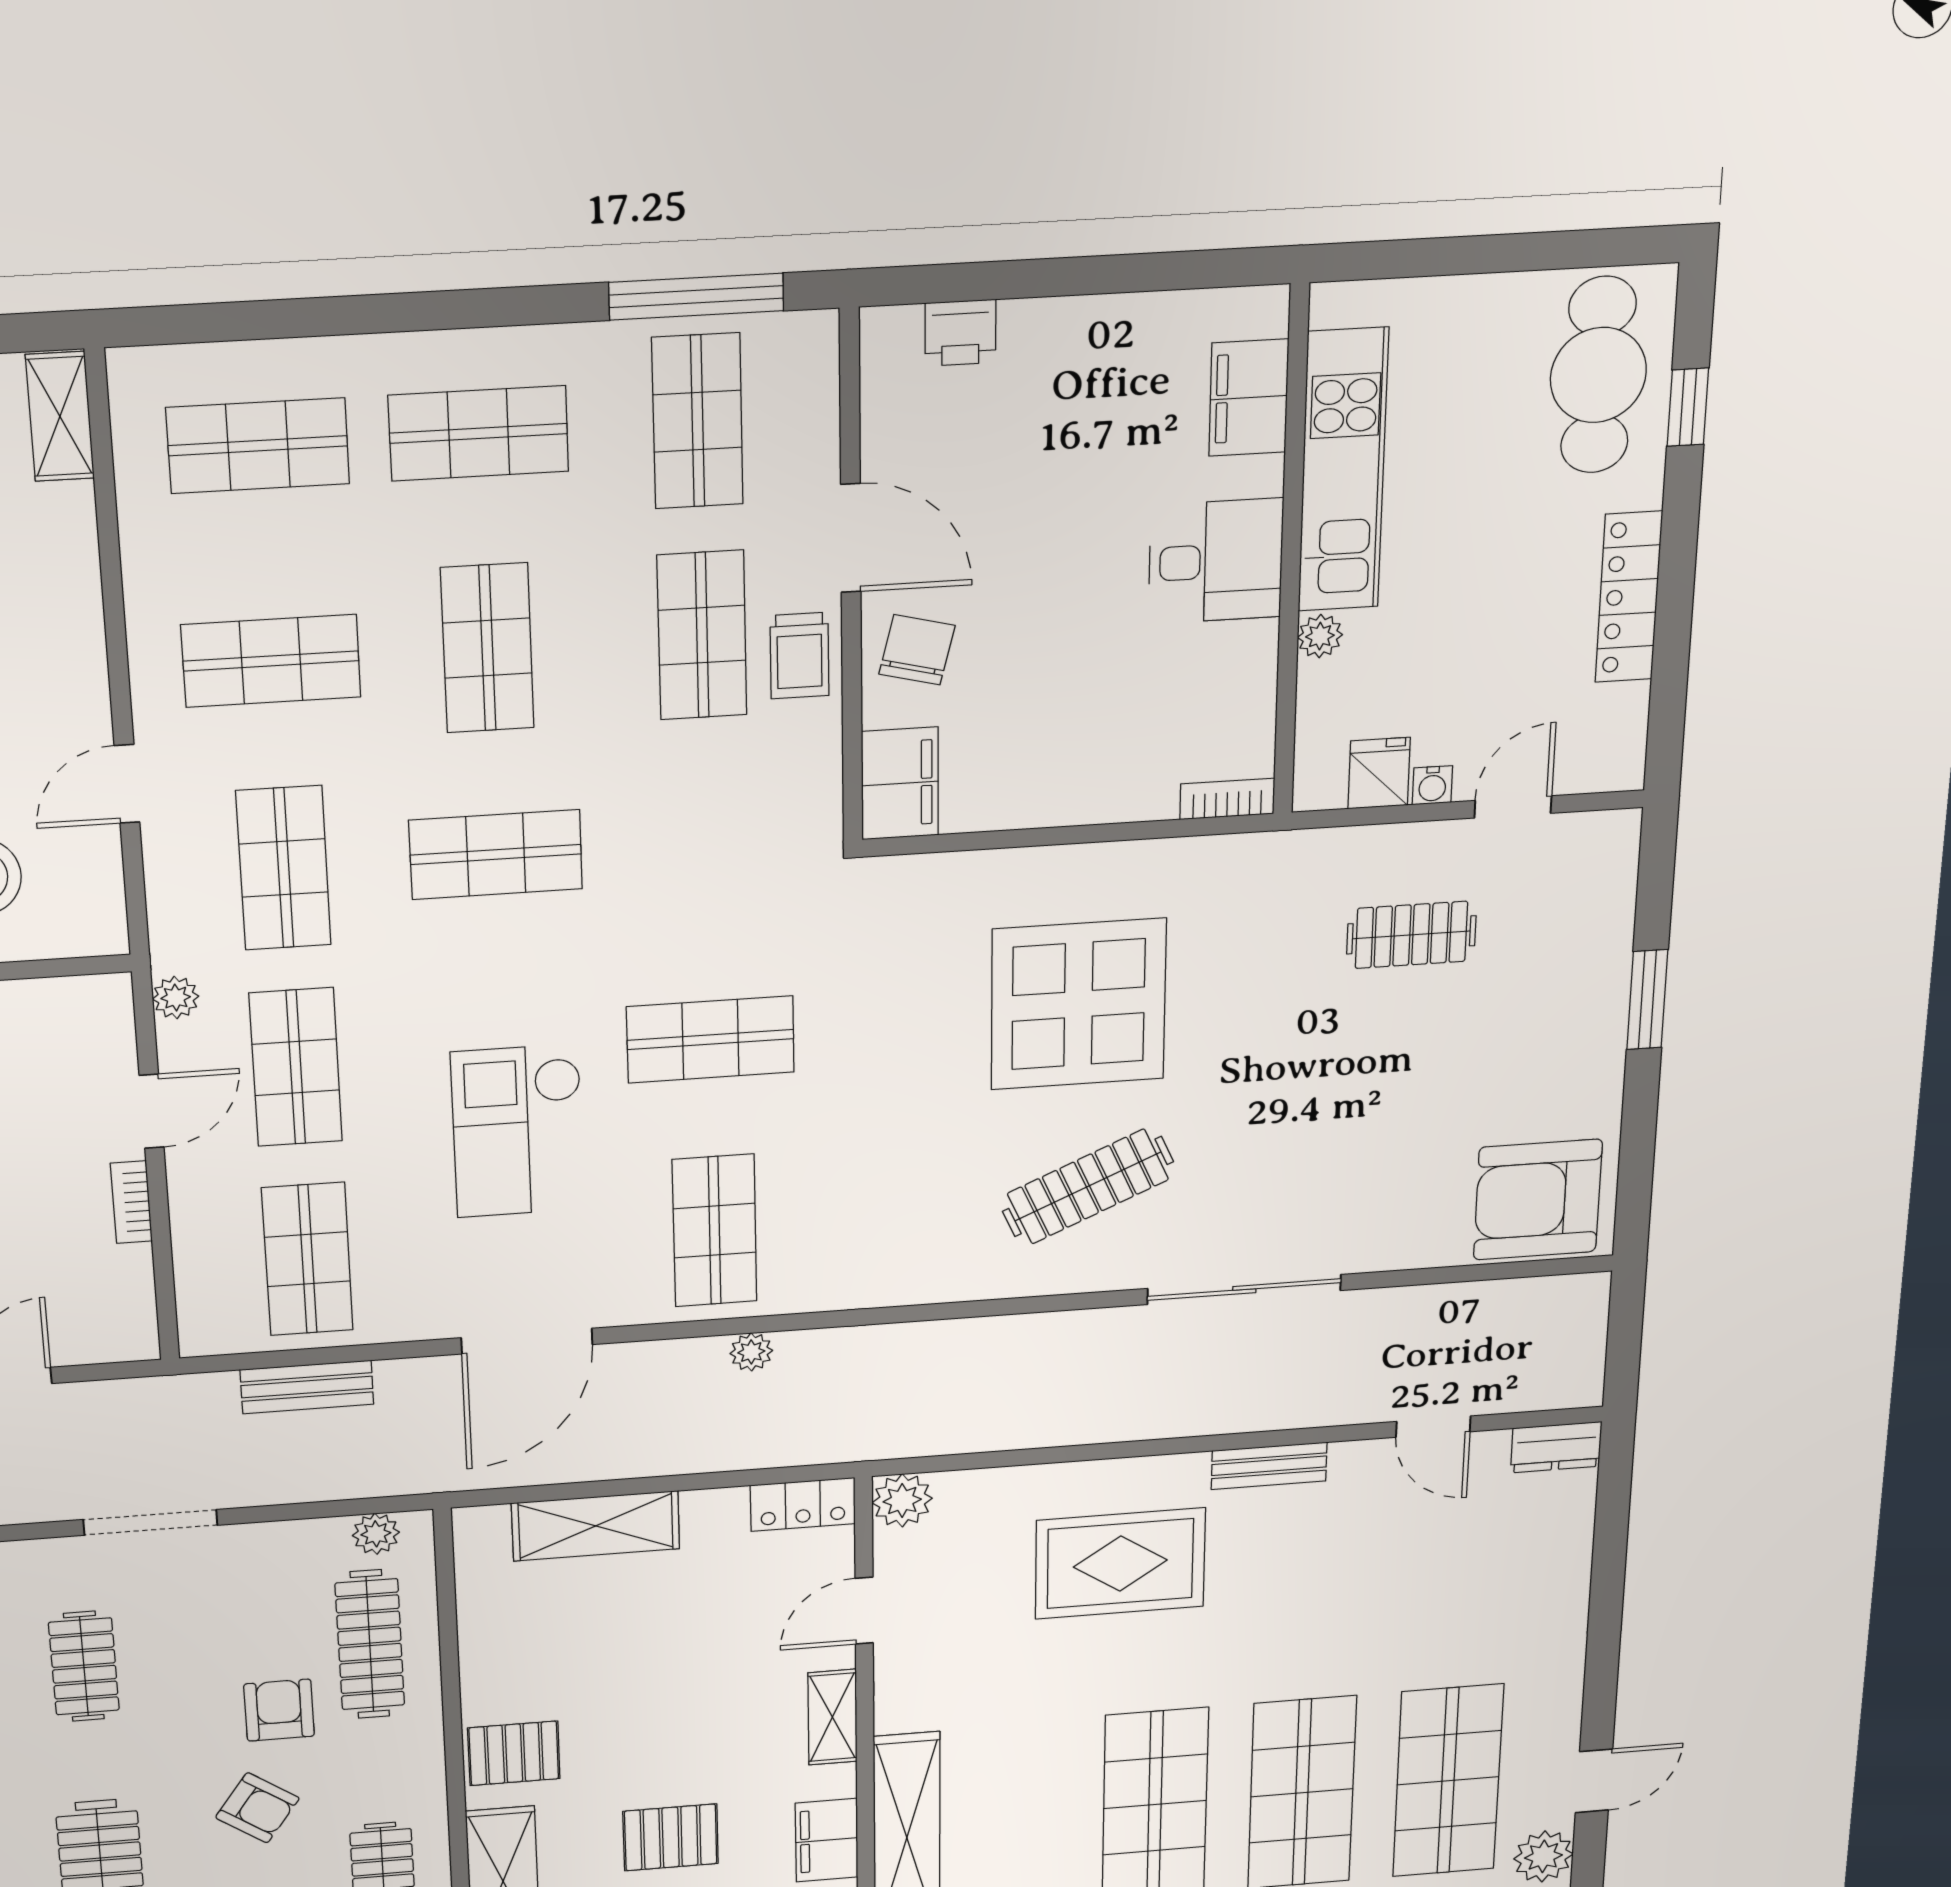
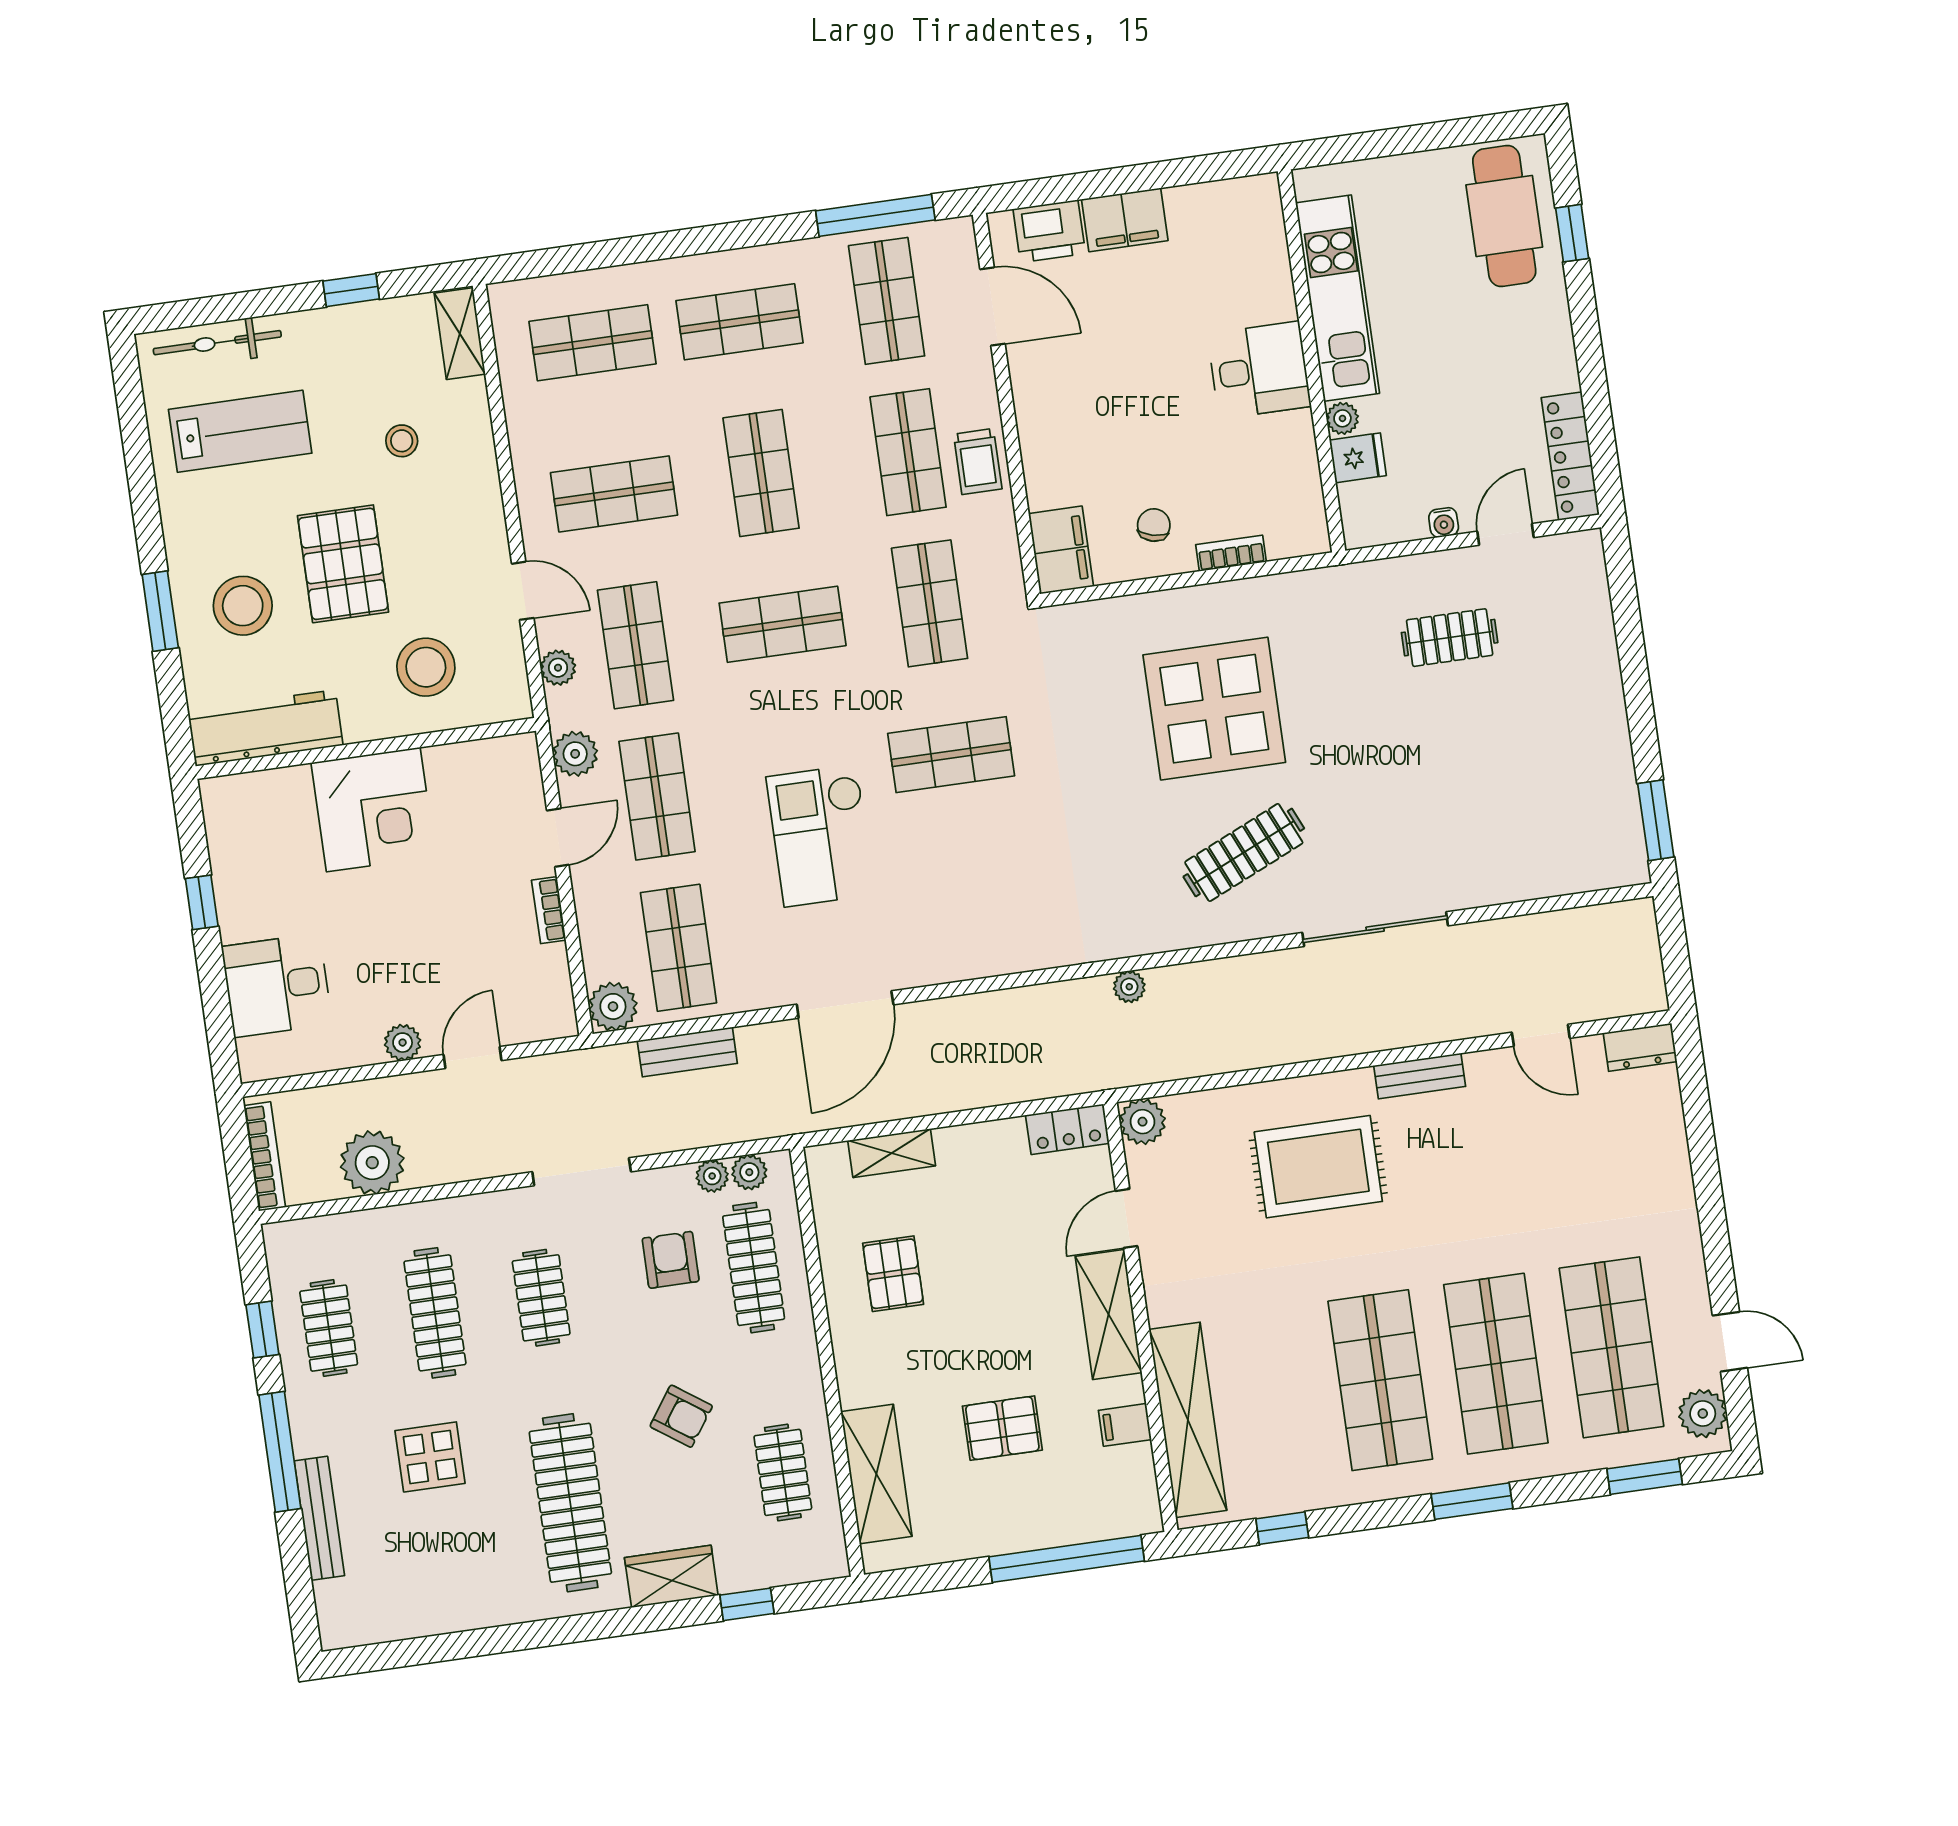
printer: (960, 333) -> (1049, 231), width x1.36, depth x1.24
filing cabinet: (1249, 398) -> (1125, 220), moved, turned -90
door: (851, 538) -> (992, 306), moved
locker: (1629, 597) -> (1570, 456), moved
chair: (917, 650) -> (1154, 525), moved, width x0.73, depth x0.73
fridge: (1379, 773) -> (1358, 458), moved, turned 90
door: (127, 784) -> (523, 591), swing flipped
bookcase: (1227, 799) -> (1231, 553), moved
plant: (170, 890) -> (558, 668), added
plant: (176, 998) -> (575, 754), width x1.38, depth x1.38
window: (1647, 1000) -> (1656, 820), moved
armchair: (1538, 1200) -> (1585, 841), removed
shop shelf: (715, 1231) -> (930, 603), moved
plant: (210, 1326) -> (613, 1006), added
plant: (751, 1352) -> (1129, 987), moved
shelving: (596, 1526) -> (892, 1153), width x0.67, depth x0.75
plant: (326, 1536) -> (712, 1176), added
armchair: (279, 1710) -> (671, 1260), moved
shelving: (833, 1717) -> (1109, 1315), width x1.50, depth x1.33
pallet: (514, 1753) -> (893, 1274), moved, turned 90
door: (1594, 1781) -> (1730, 1342), hinge flipped
filing cabinet: (827, 1840) -> (1125, 1425), width x0.50

